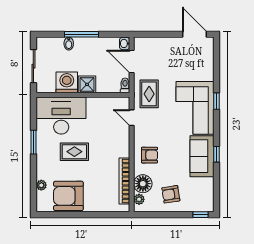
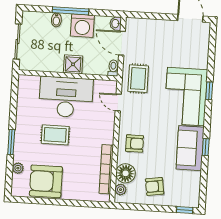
washing machine: (67, 82) -> (82, 26), moved, turned 180
desk: (61, 116) -> (66, 97), moved
window: (33, 142) -> (11, 142), moved

